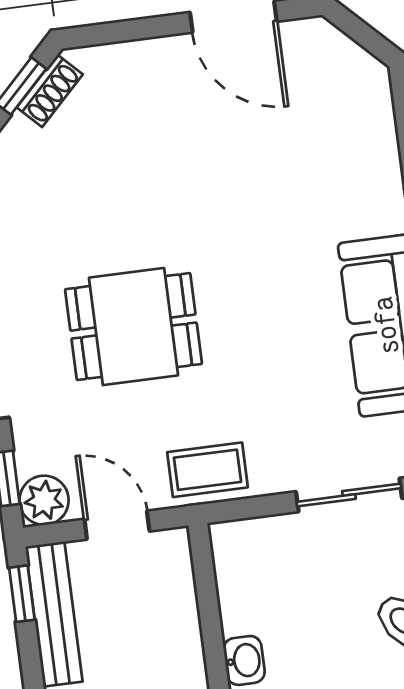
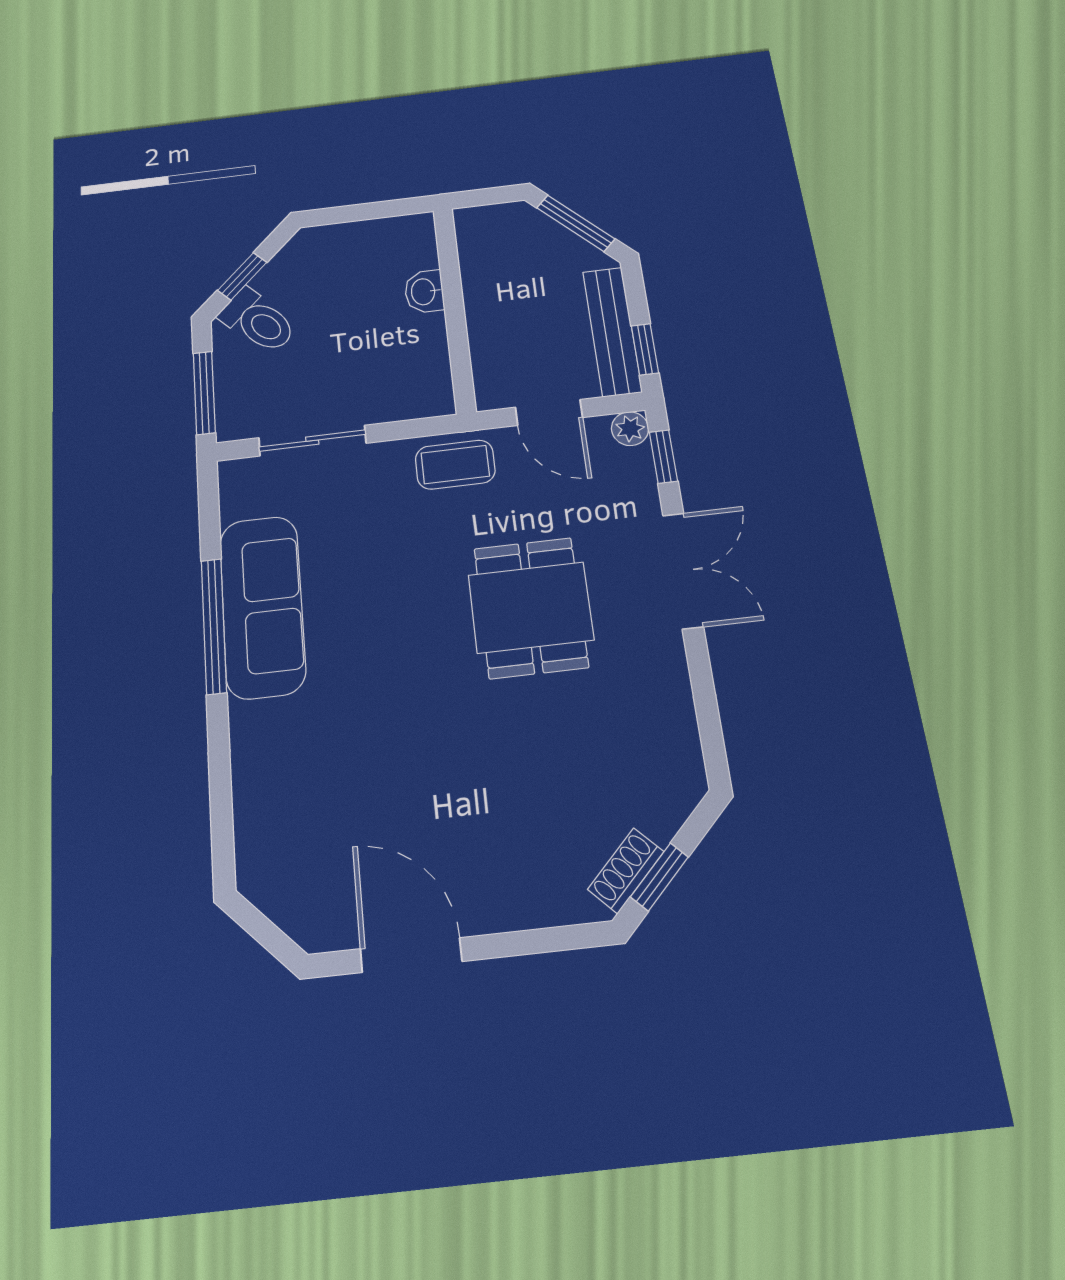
dining table: (133, 327) -> (531, 607), turned 90
plant: (44, 500) -> (630, 429), width x0.73, depth x0.73

